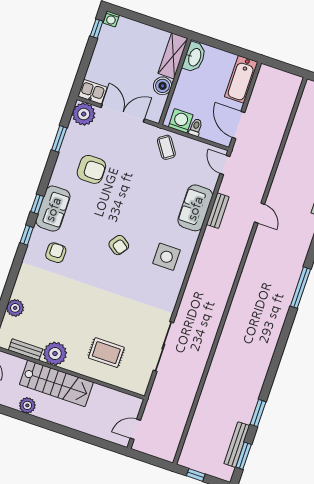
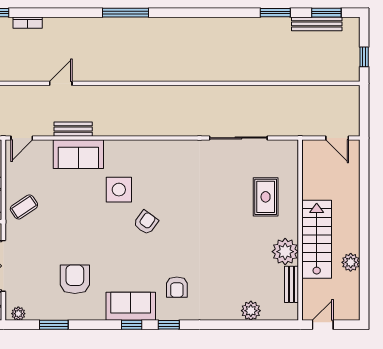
plant: (84, 114) -> (18, 314), width x0.53, depth x0.53
armchair: (56, 253) -> (177, 287), turned -90
side table: (167, 257) -> (119, 190), moved

